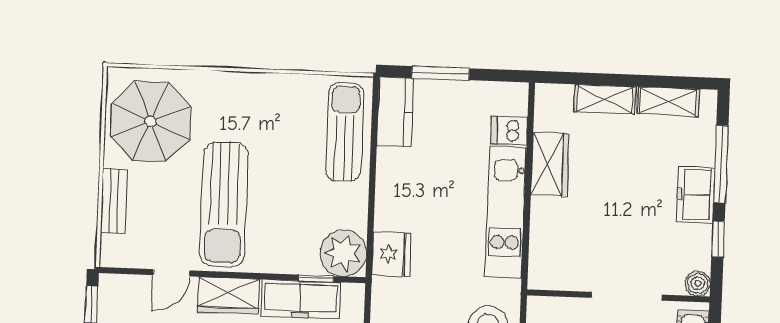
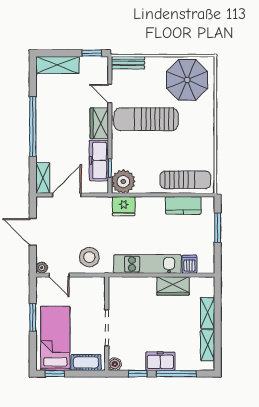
kitchen counter: (395, 112) -> (183, 205), moved
bench: (114, 201) -> (128, 63), moved

